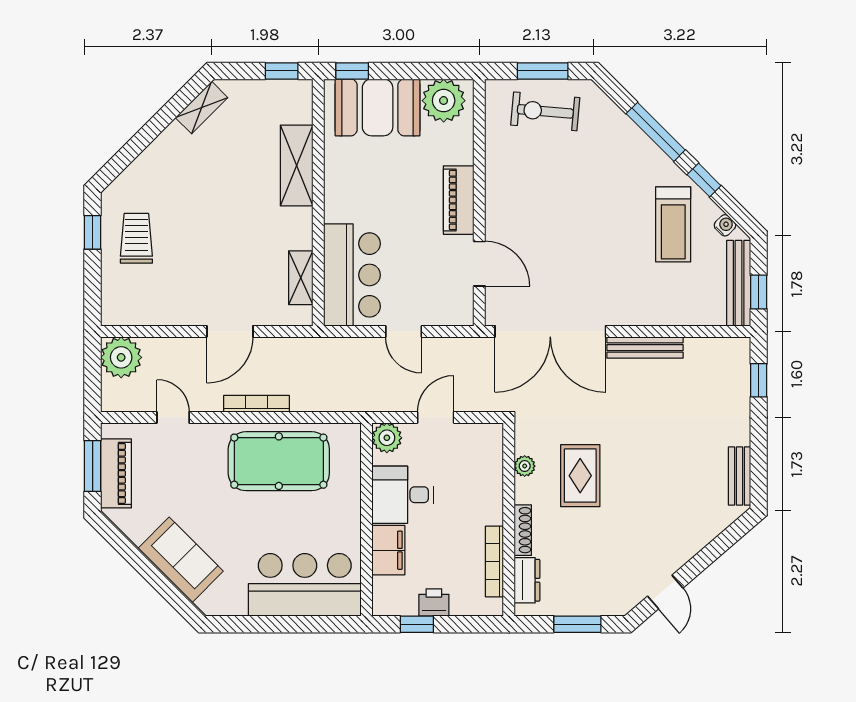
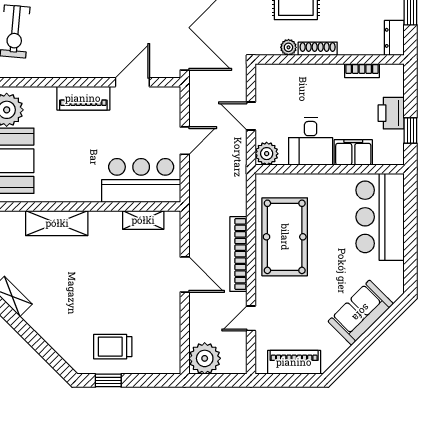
bookcase: (256, 404) -> (238, 254), width x1.48, depth x1.31
window: (93, 466) -> (288, 380), removed
shoe rack: (523, 530) -> (318, 49), moved
bookcase: (494, 561) -> (362, 71), width x0.64
dresser: (527, 580) -> (394, 38), moved, turned -90
printer: (434, 603) -> (391, 113), width x1.36, depth x1.24

